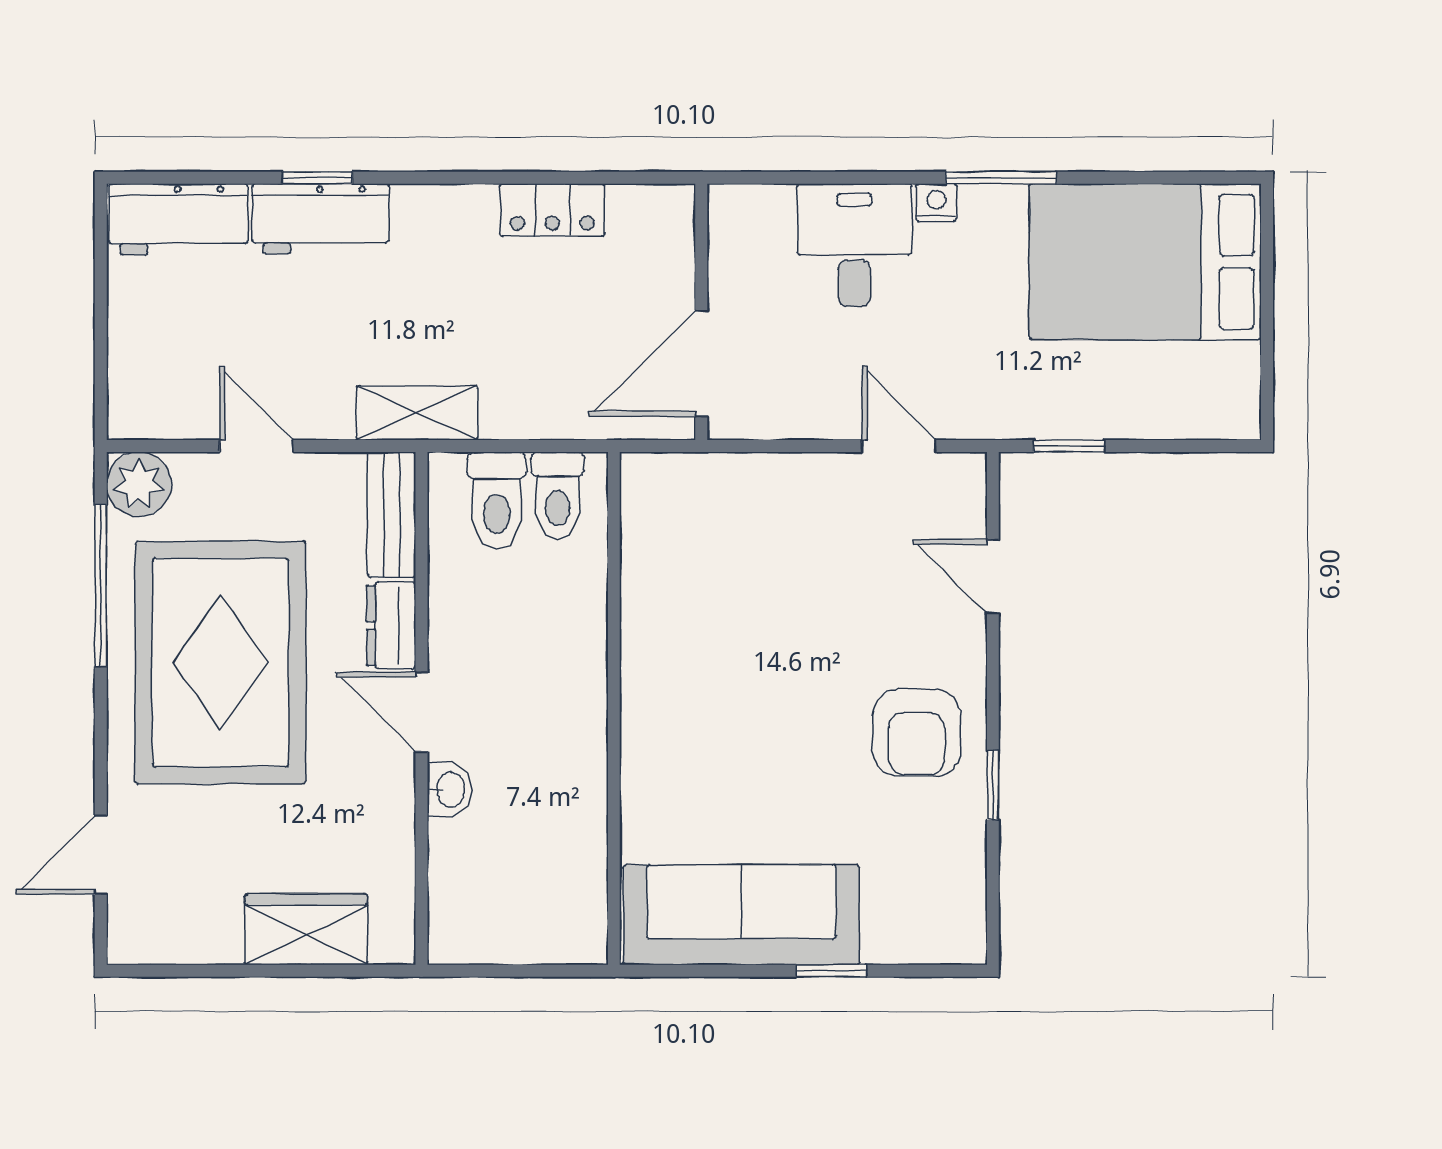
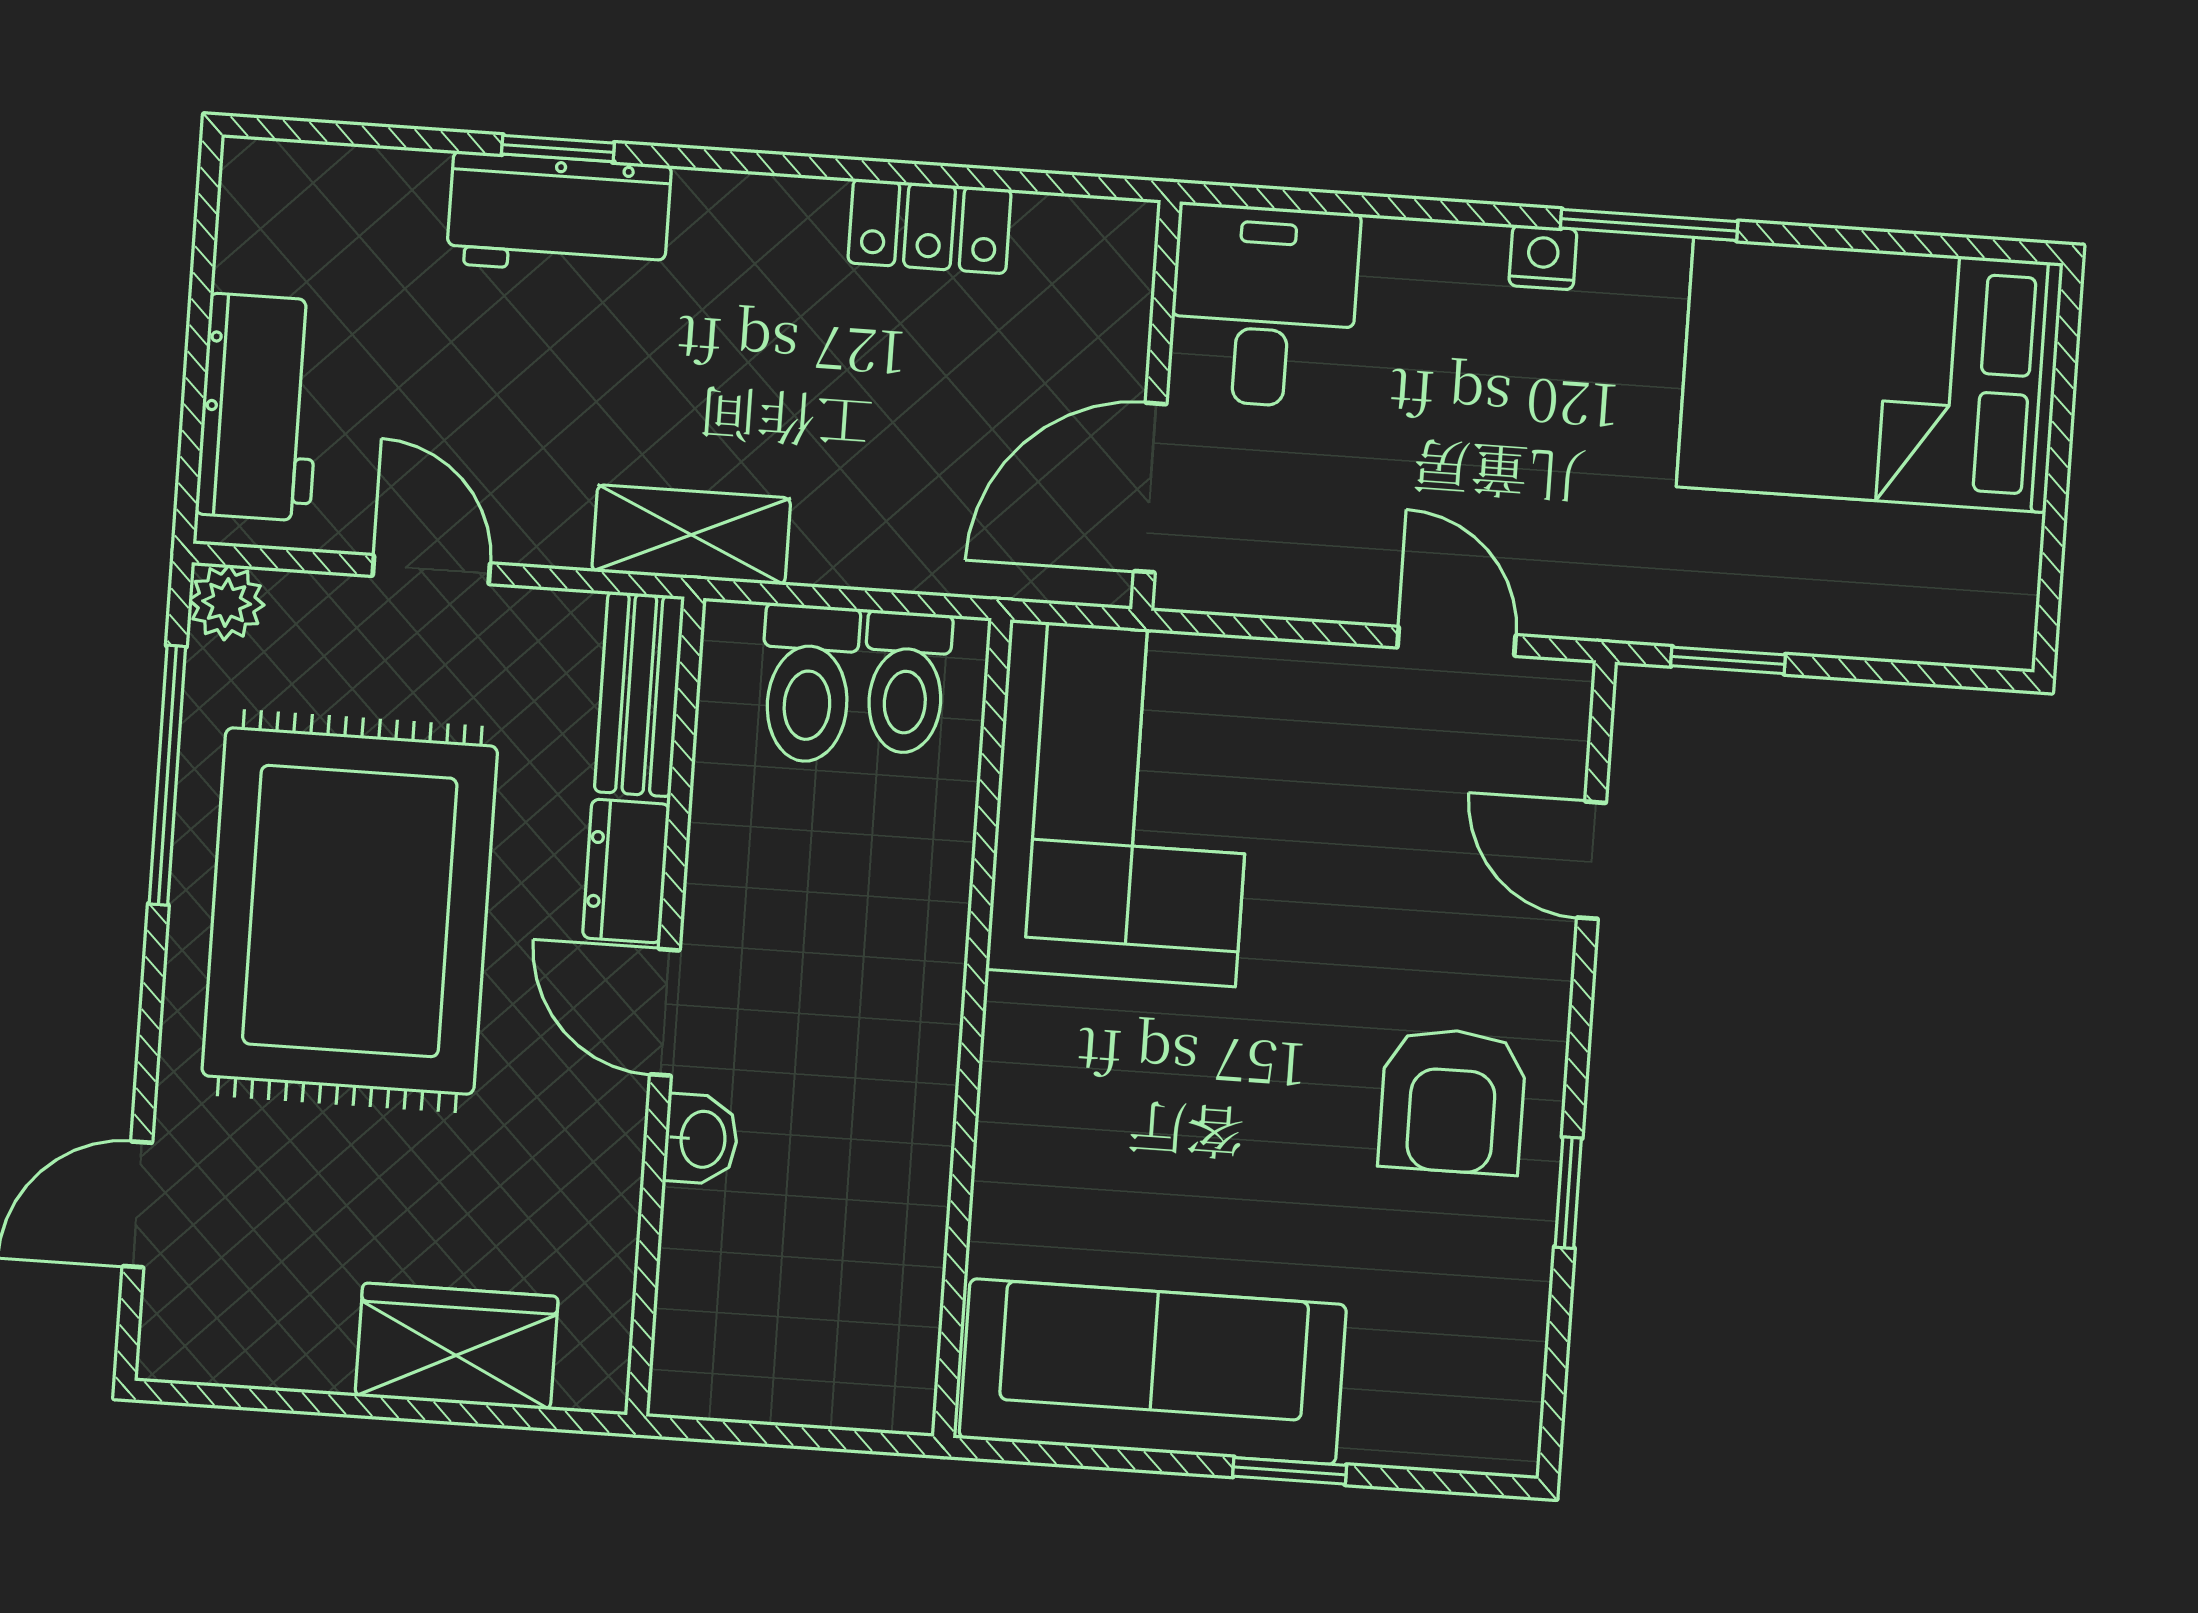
workbench: (178, 219) -> (260, 407), moved, turned -90
desk: (854, 245) -> (1264, 306), moved
plant: (139, 484) -> (227, 602), width x0.73, depth x0.73
corner sofa: (698, 561) -> (1123, 803), added

